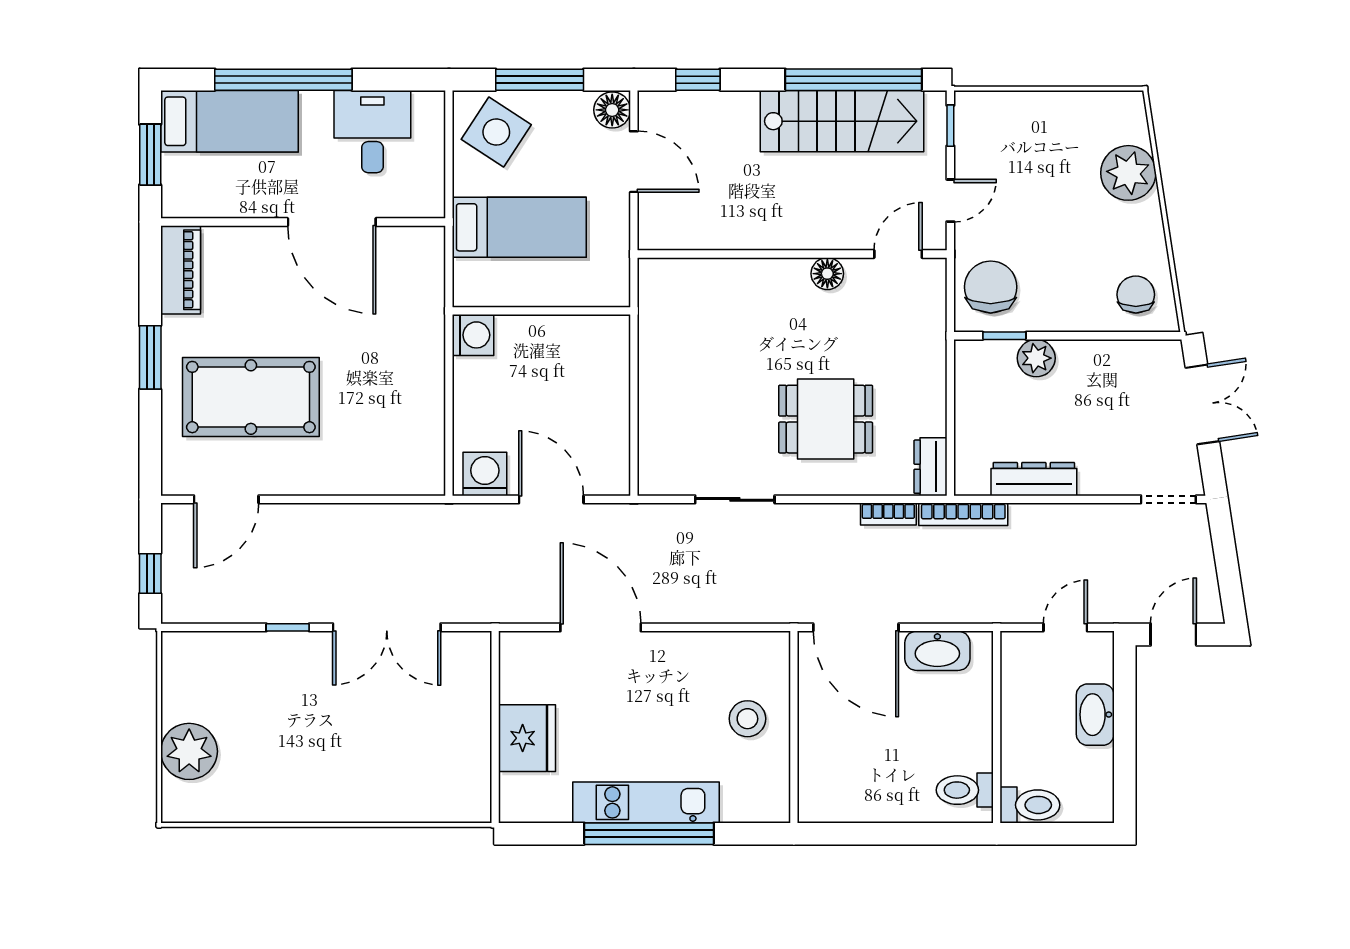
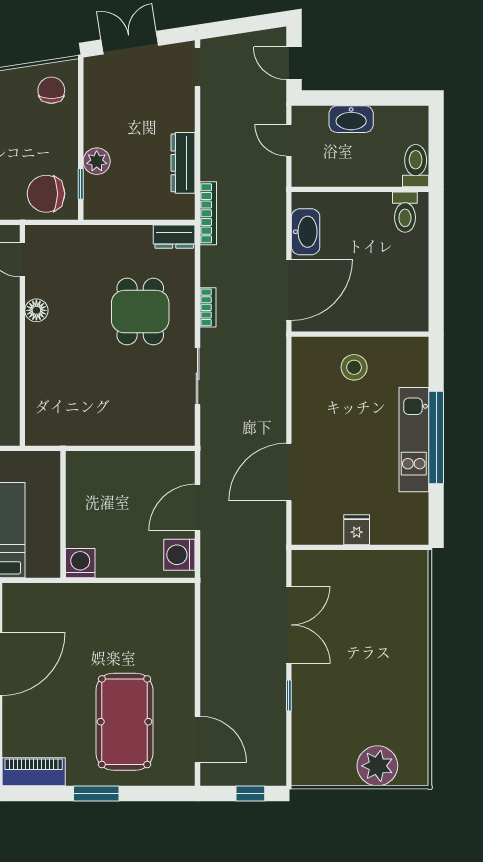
chair: (1136, 295) -> (51, 90), turned 90
bookcase: (888, 514) -> (208, 307), moved
fridge: (527, 738) -> (357, 530), width x0.53, depth x0.75

